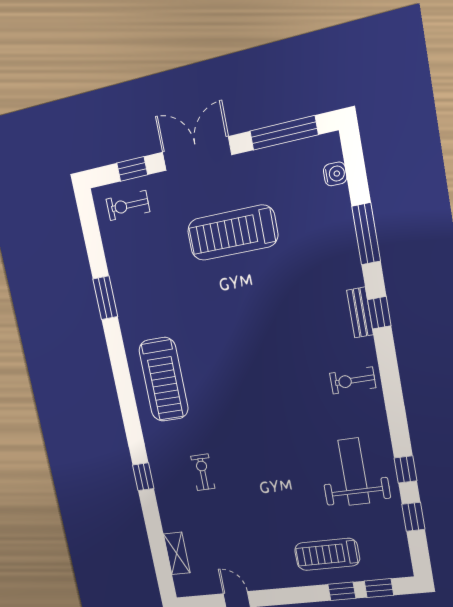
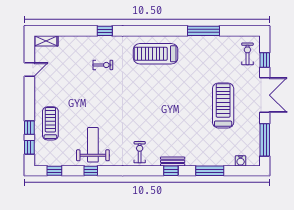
window: (105, 298) -> (204, 31), width x1.44
weight bench: (354, 472) -> (93, 145), turned -90
window: (413, 517) -> (54, 171), moved
shelving: (177, 553) -> (46, 41), moved

